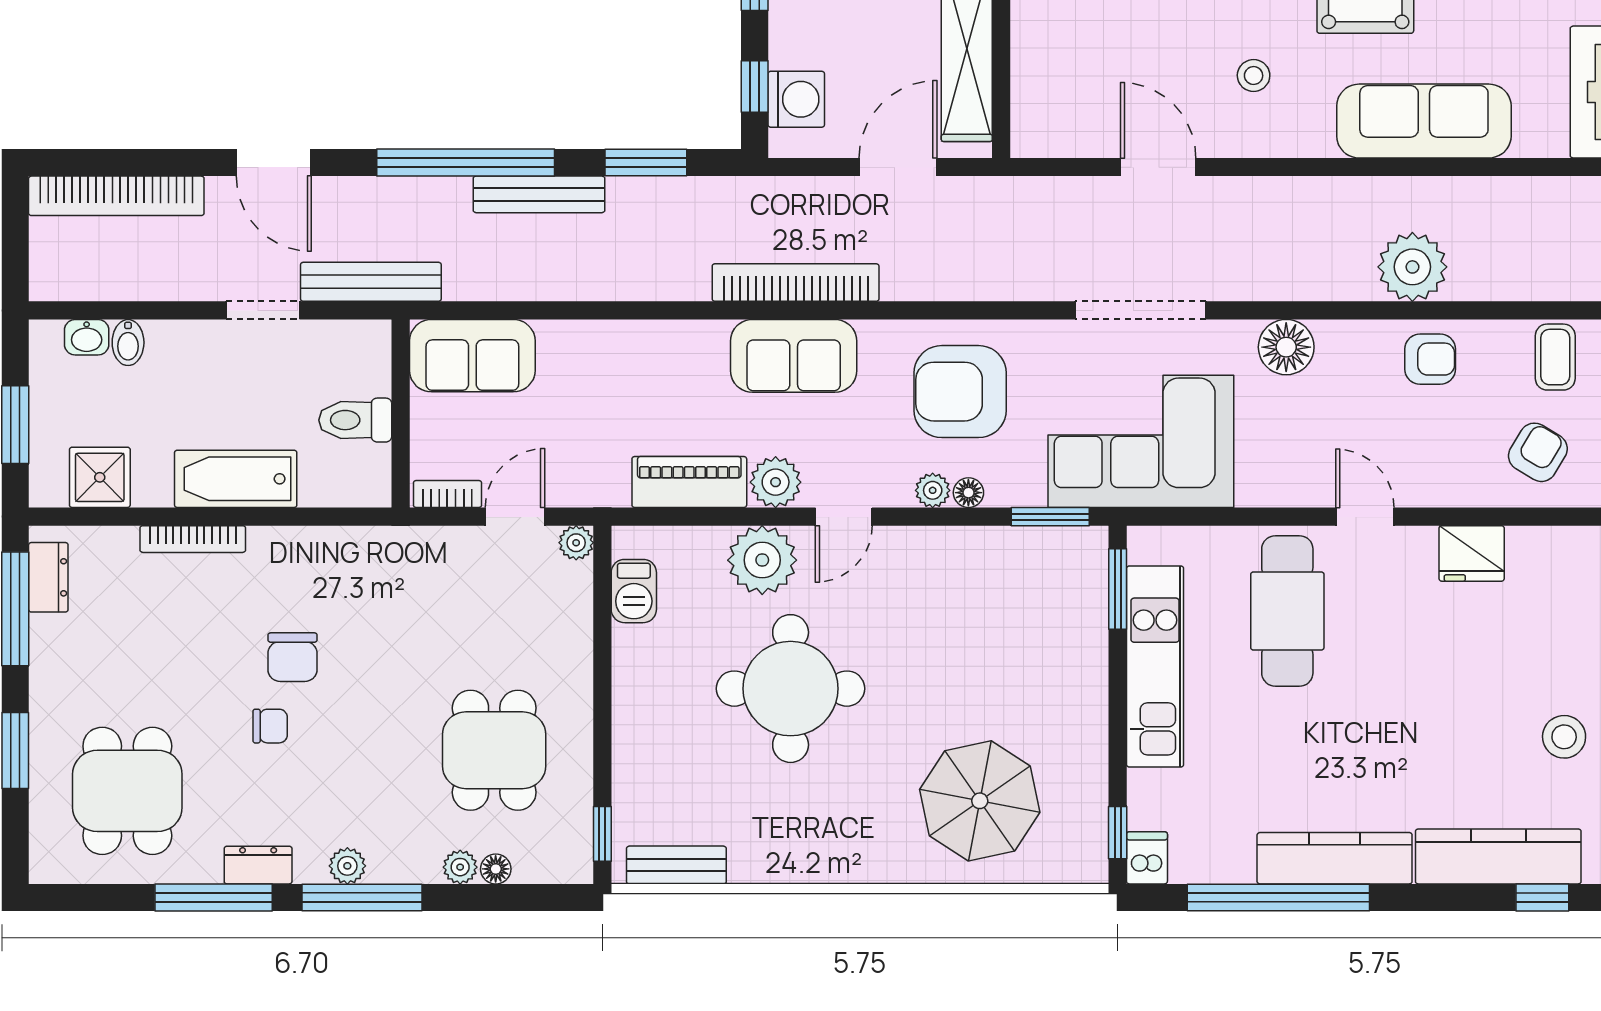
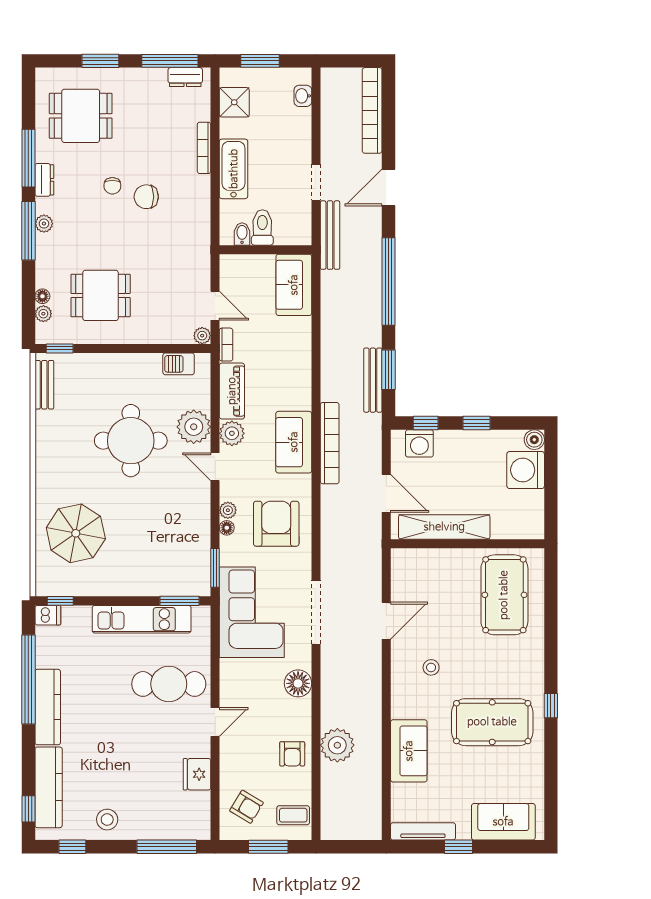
sofa: (1424, 121) -> (409, 751), width x0.73
bench: (539, 194) -> (373, 380), moved
bidet: (128, 343) -> (242, 234), moved, turned 90
bookcase: (447, 494) -> (226, 345), moved
plant: (460, 867) -> (43, 314), moved

